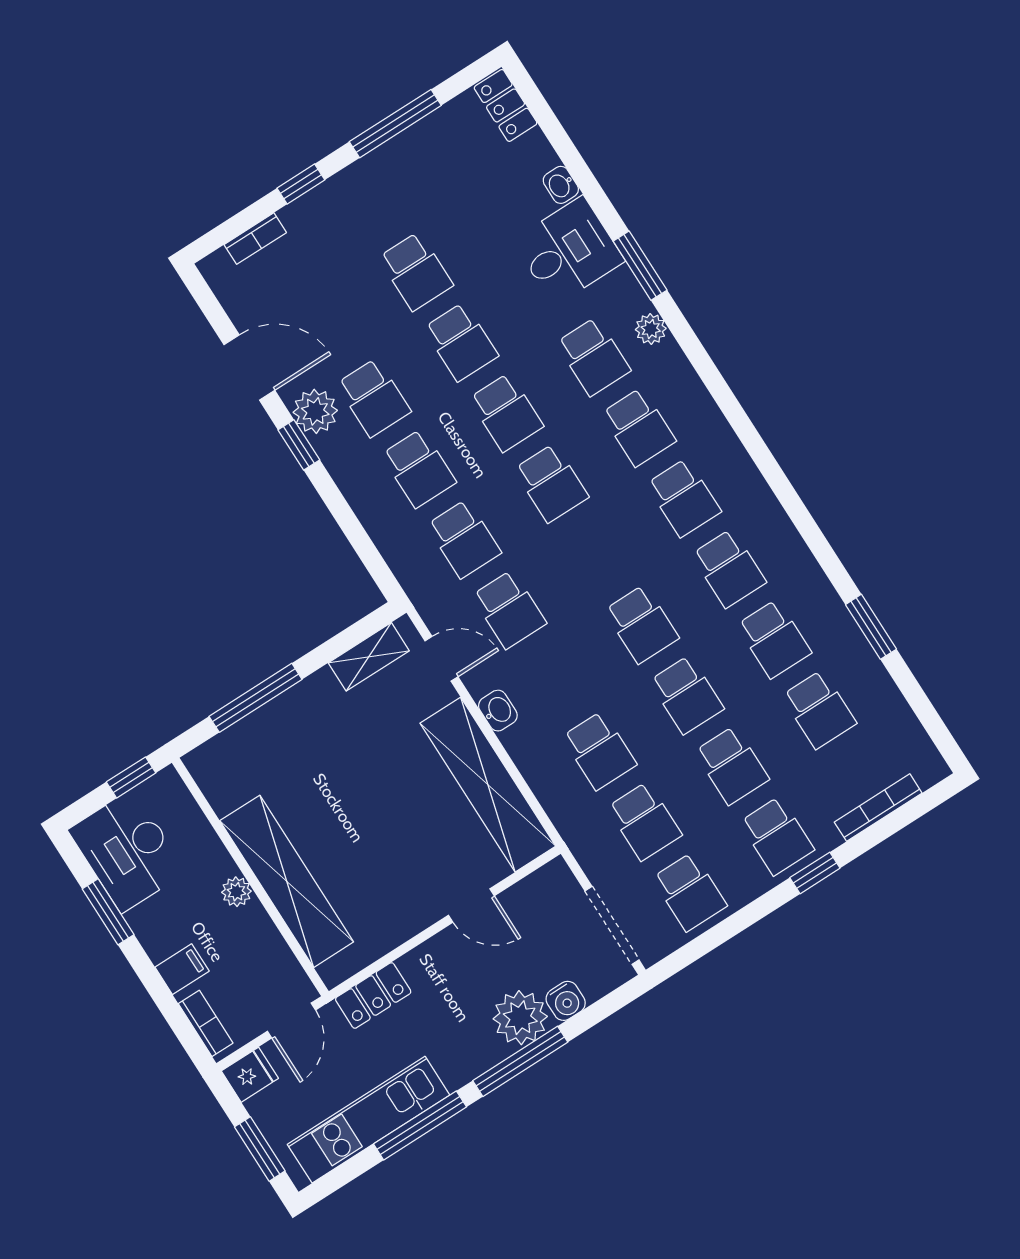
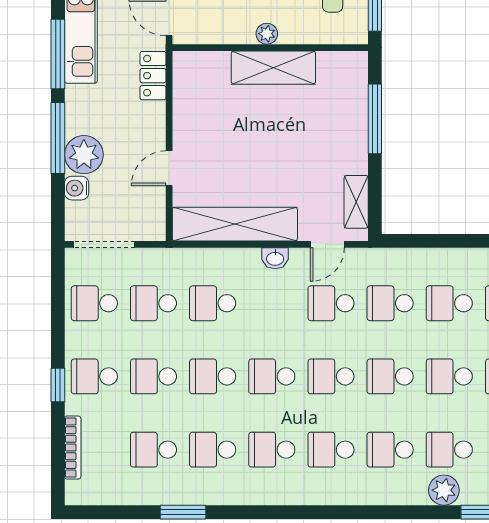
plant: (651, 329) -> (444, 490), width x1.38, depth x1.38
school desk: (596, 554) -> (331, 376), added
shelving: (287, 881) -> (273, 68), width x0.68

